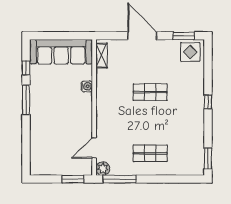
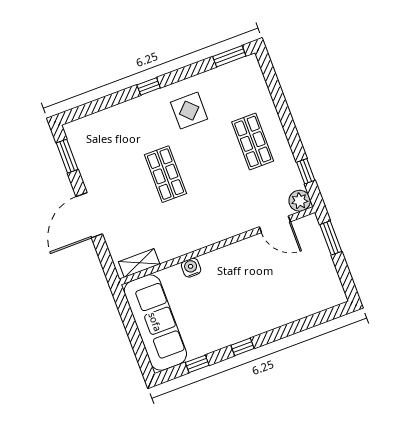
display table: (190, 52) -> (189, 111), moved
window: (26, 100) -> (242, 347), width x0.46
window: (120, 179) -> (306, 171), width x0.46

